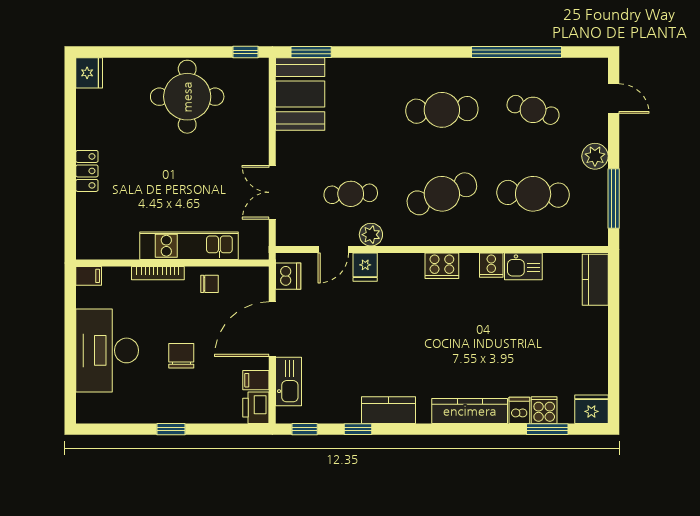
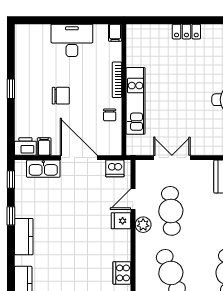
cafe table: (351, 194) -> (171, 211), width x1.37, depth x1.35
door: (333, 249) -> (133, 199), hinge flipped
desk: (107, 350) -> (72, 40), width x0.73, depth x0.77

